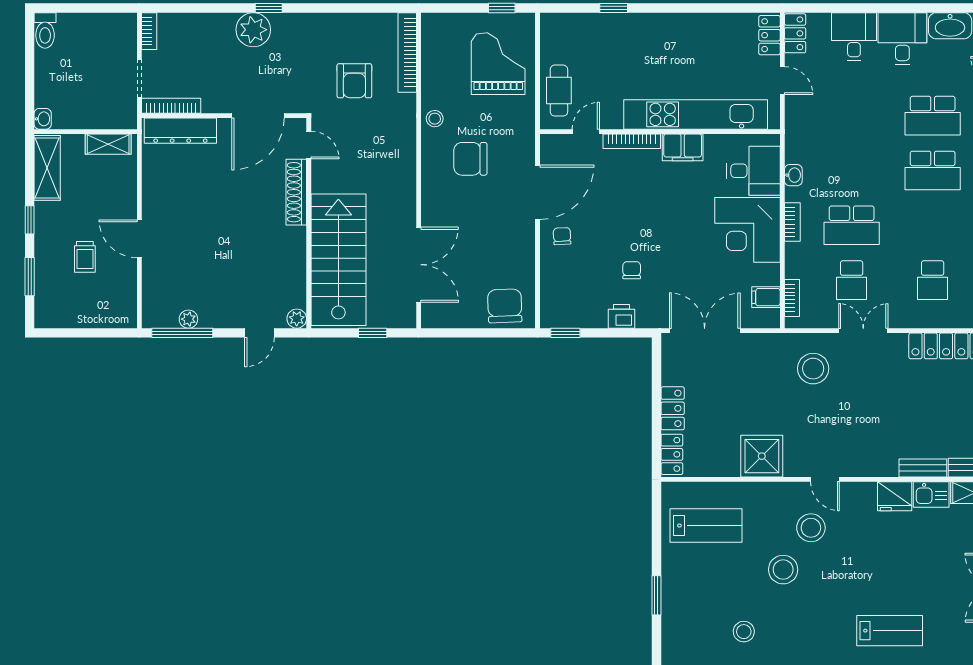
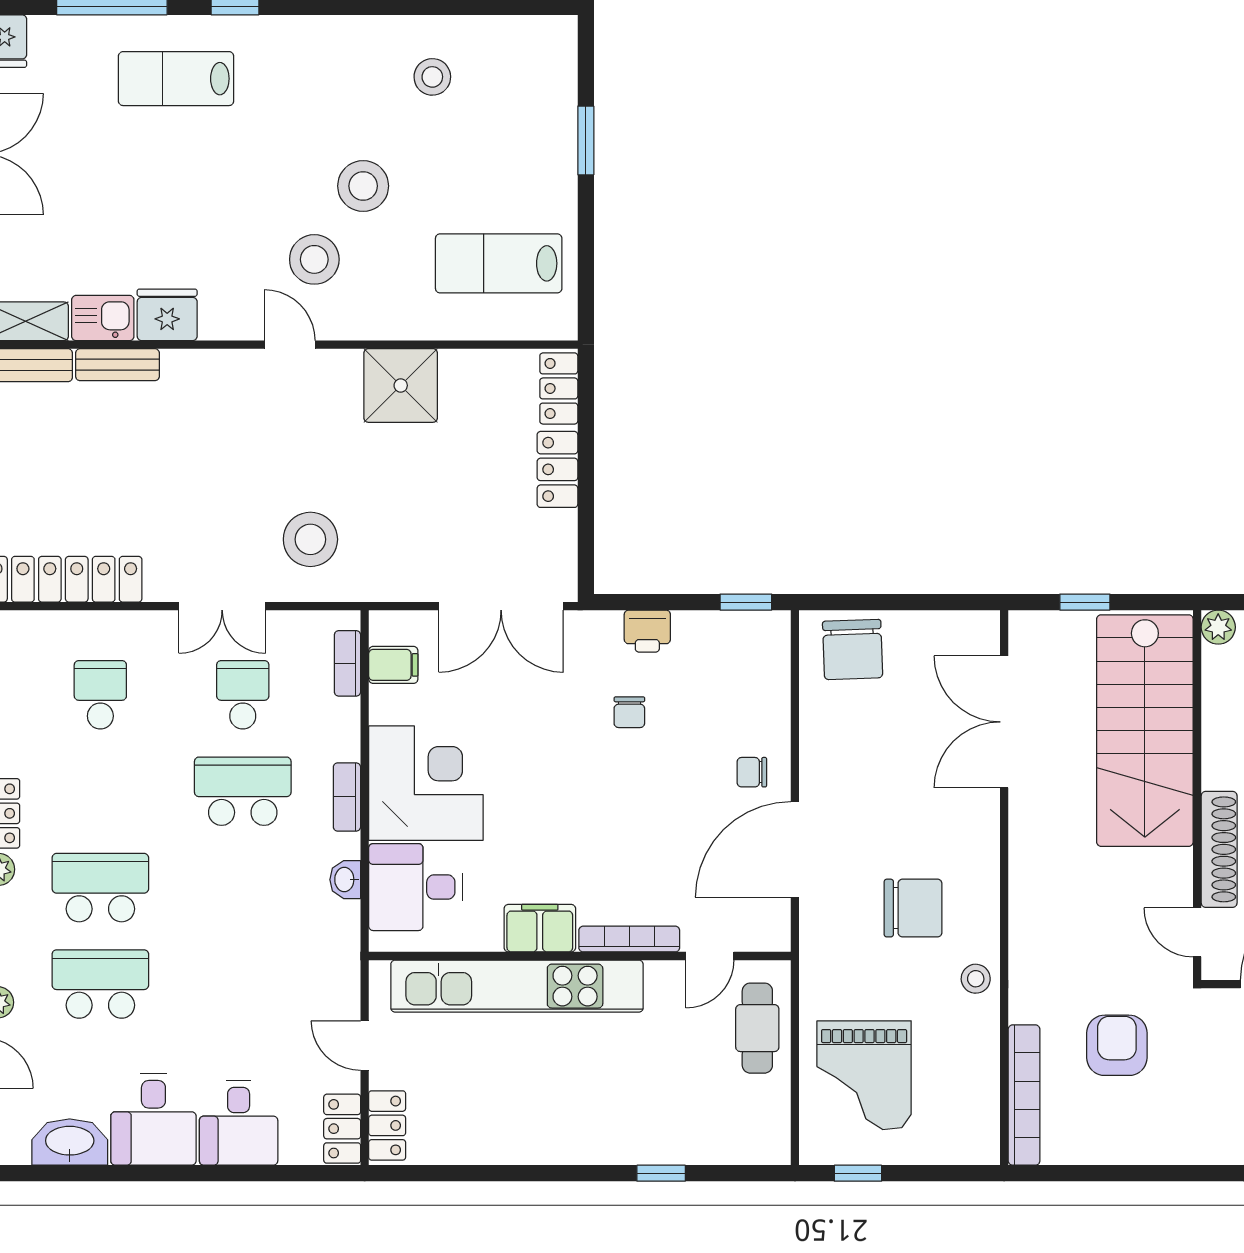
chair: (562, 236) -> (752, 772), turned 93

